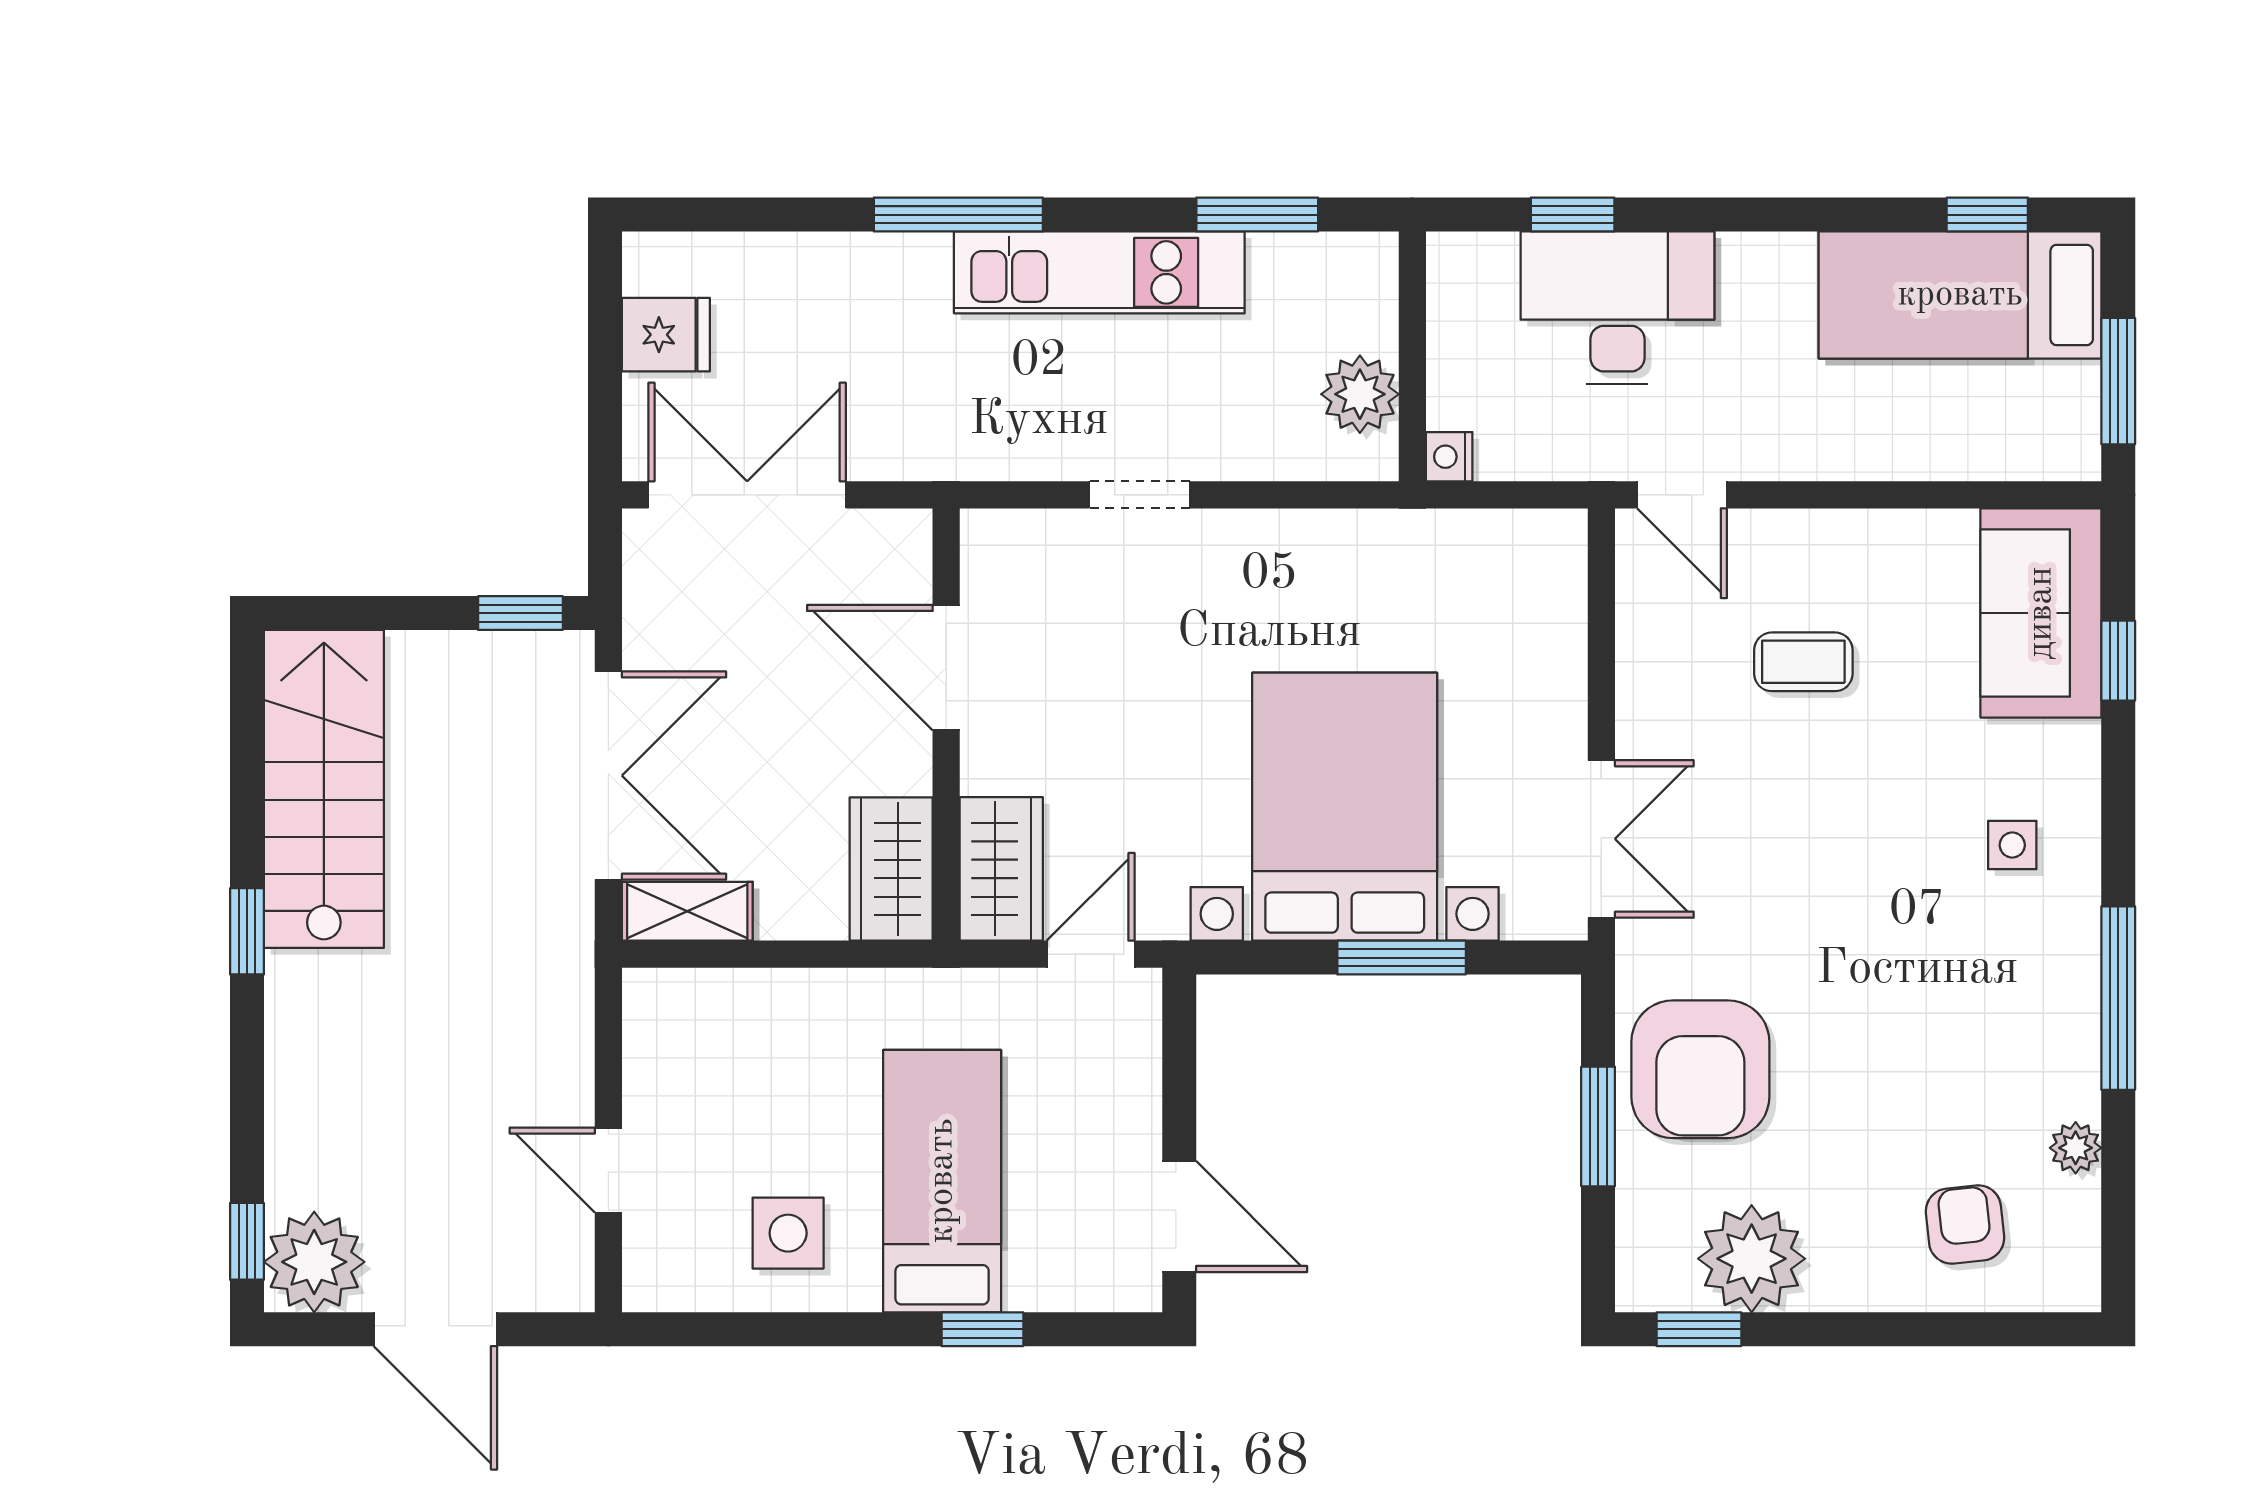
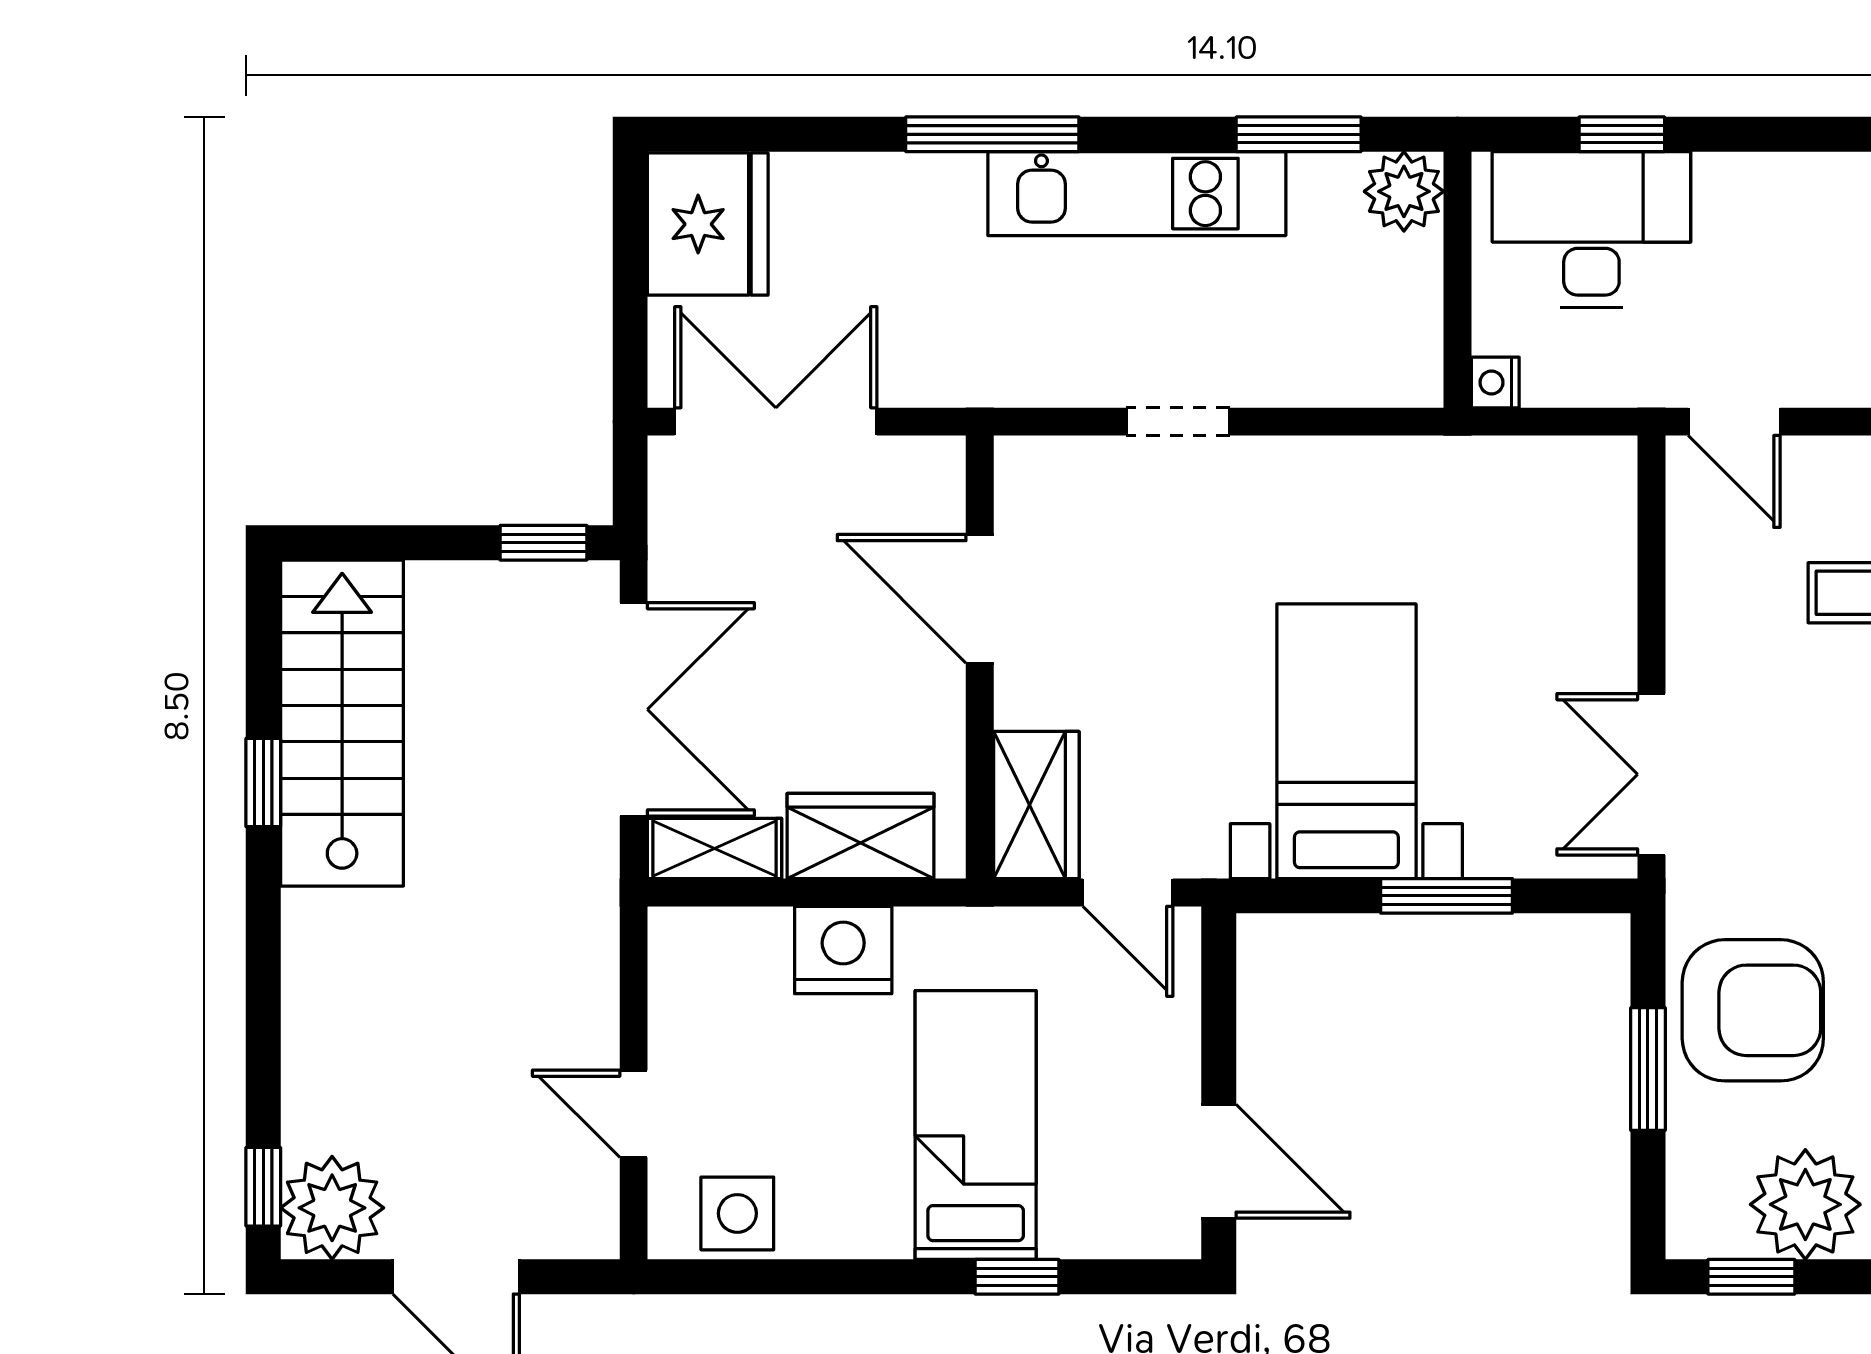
desk: (1617, 307) -> (1591, 230), moved
fridge: (666, 335) -> (708, 224), width x1.88, depth x1.34
plant: (1360, 394) -> (1404, 191), moved
bed with nightstands: (1345, 807) -> (1346, 741), width x0.73
double door: (1601, 839) -> (1651, 774), swing flipped
wardrobe: (891, 869) -> (861, 836), moved, turned 90
window: (247, 931) -> (263, 782), moved
door: (1091, 954) -> (1128, 892), swing flipped
nightstand: (813, 1010) -> (843, 950), added
armchair: (1700, 1069) -> (1753, 1010), turned -90
side table: (788, 1233) -> (737, 1213), moved

